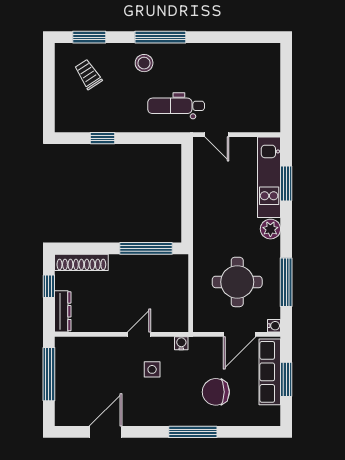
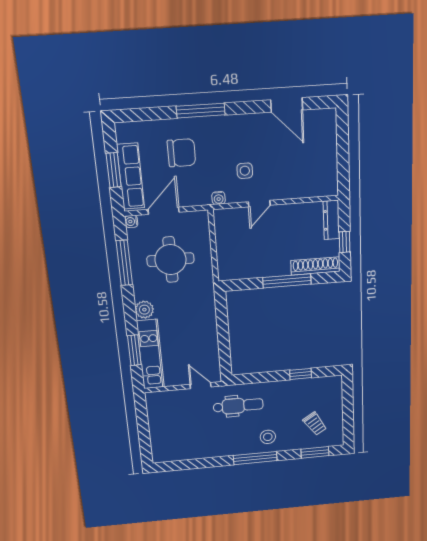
window: (146, 248) -> (287, 281), moved
window: (49, 374) -> (343, 159), removed
door: (106, 432) -> (287, 105), hinge flipped

